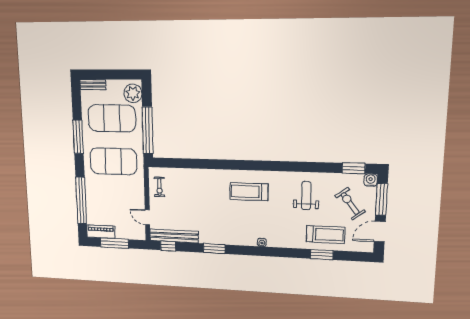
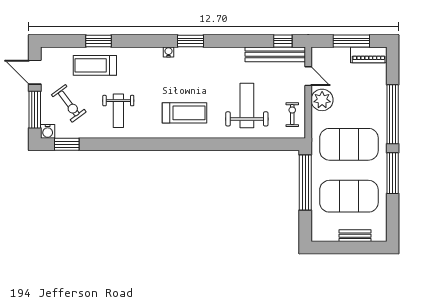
bench: (93, 85) -> (355, 236), moved
plant: (133, 93) -> (322, 100), moved
weight bench: (197, 196) -> (247, 105), added
window: (81, 200) -> (393, 114), moved
door: (380, 232) -> (35, 72), swing flipped
window: (214, 249) -> (190, 41), moved

